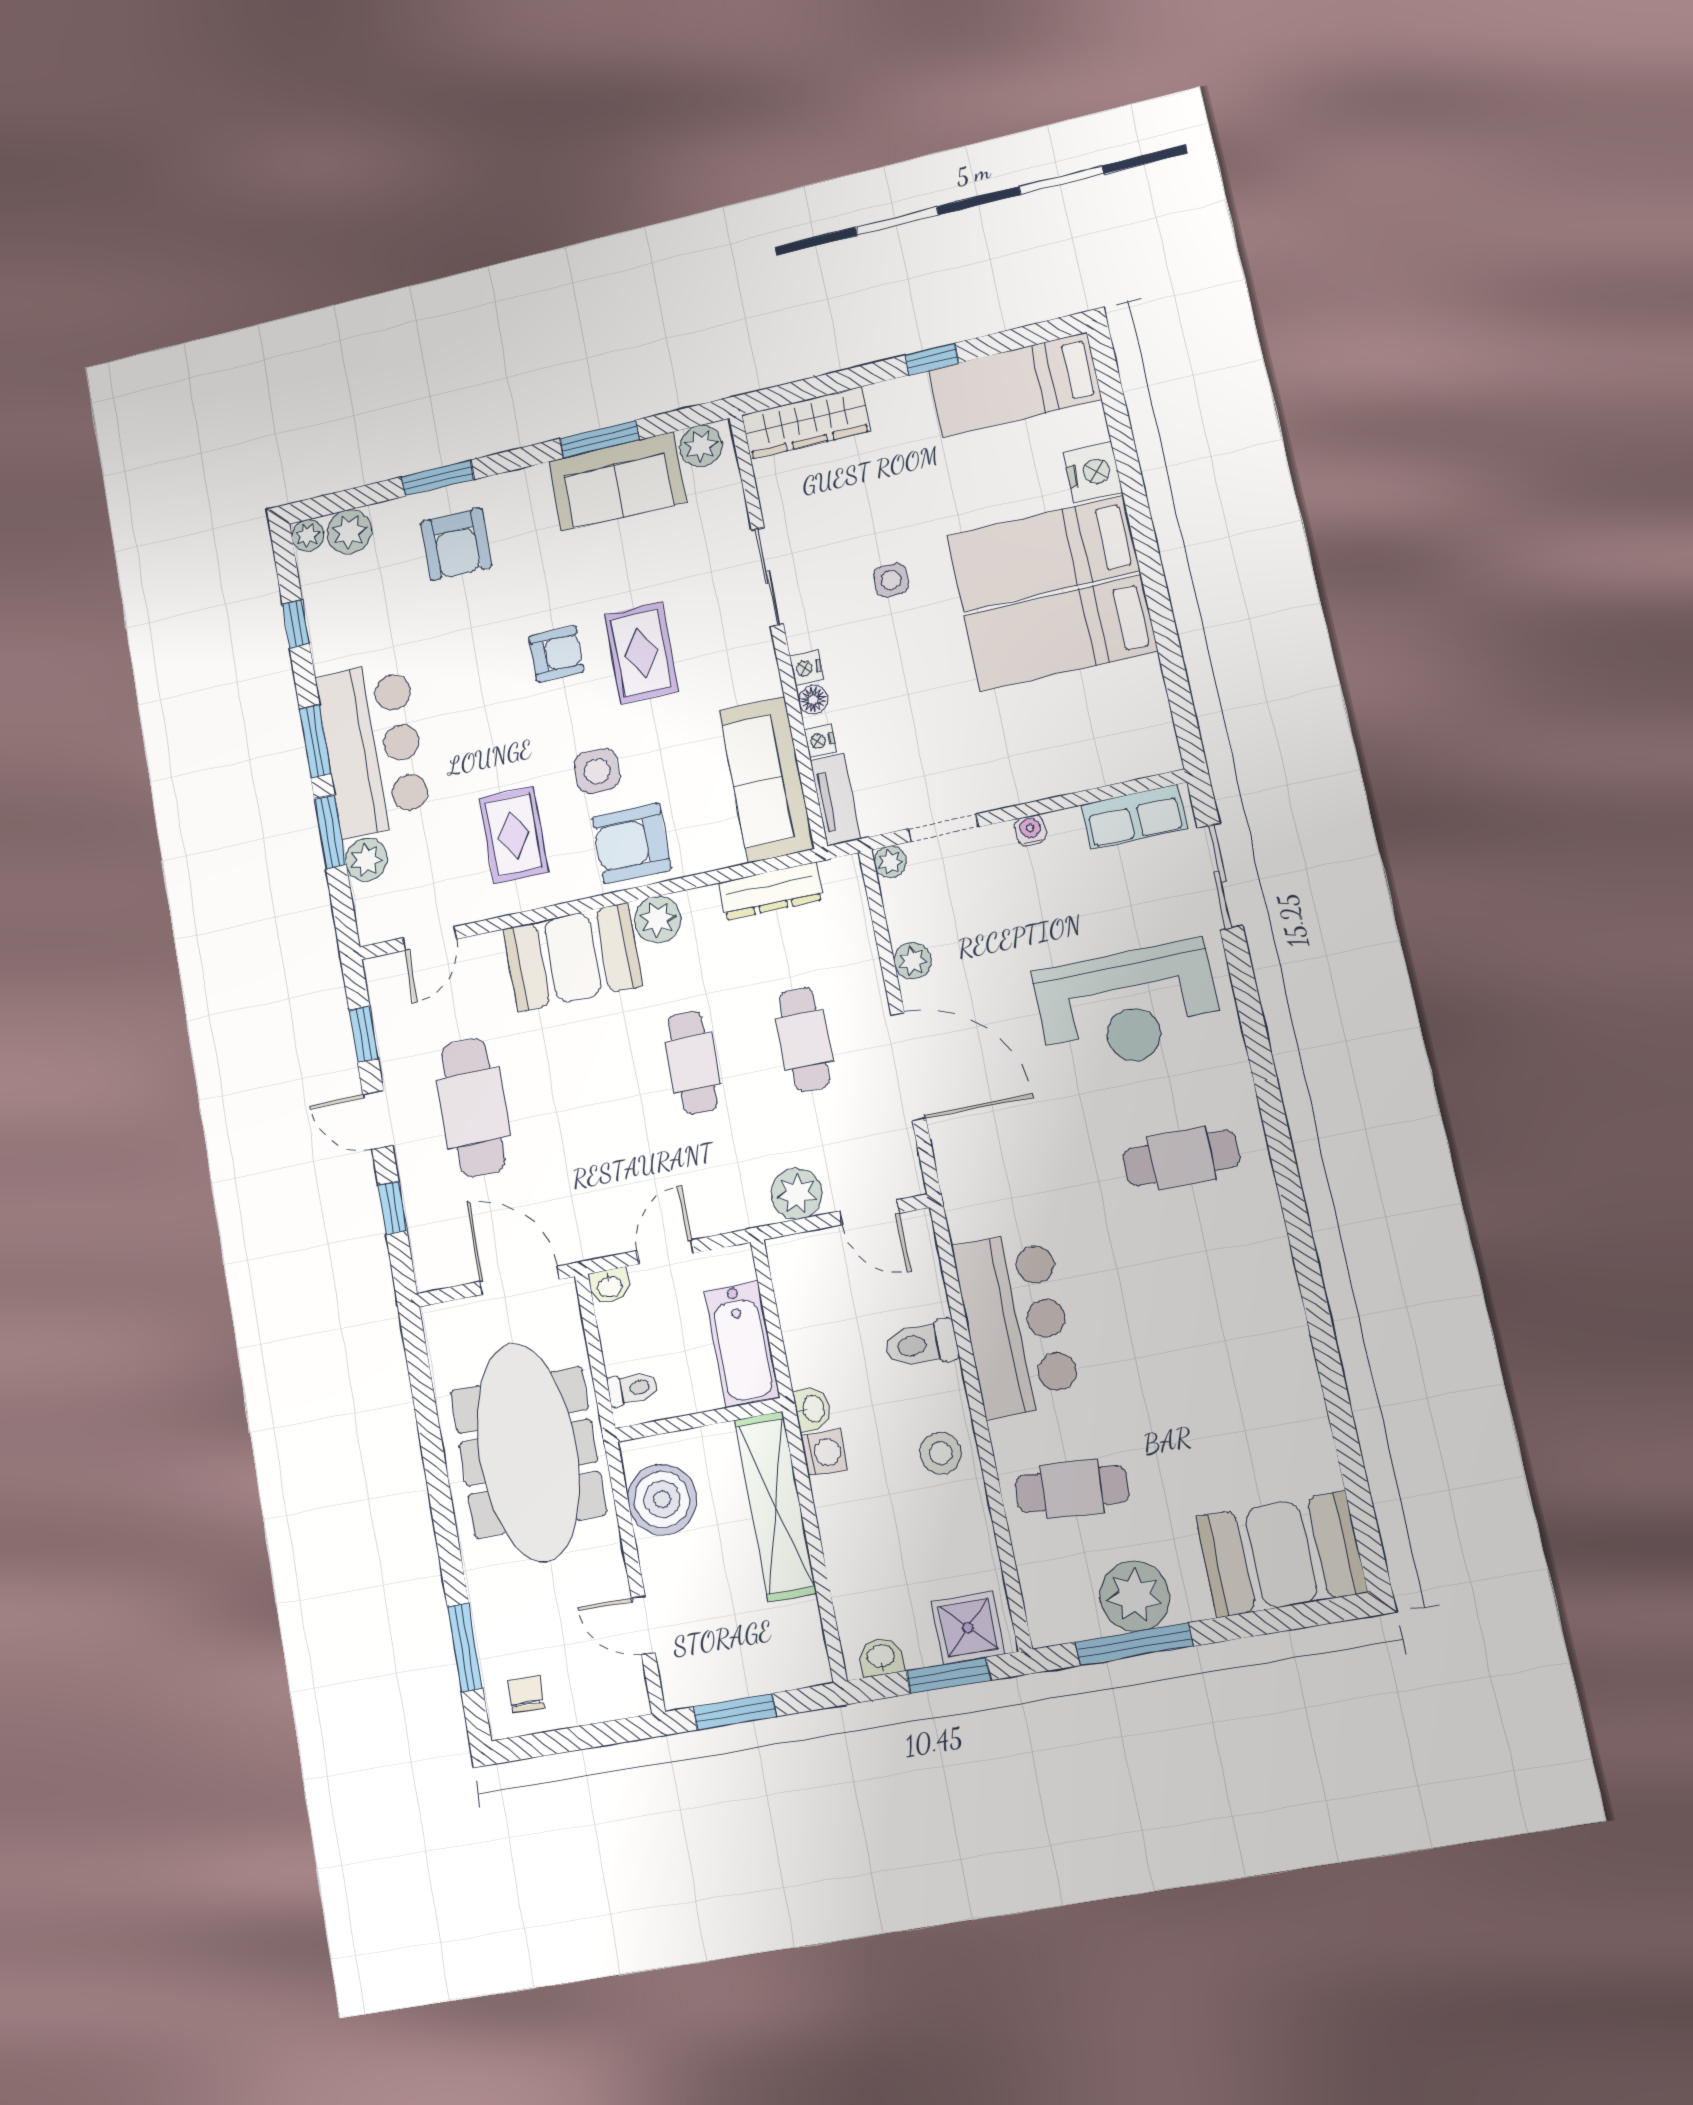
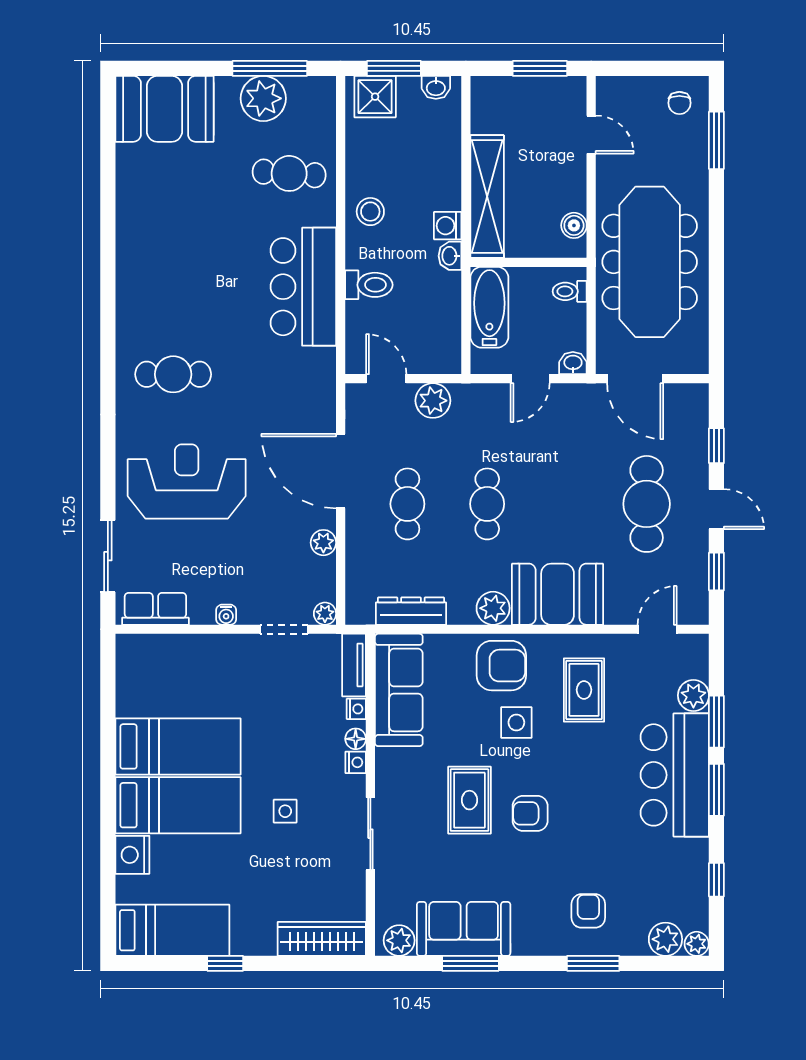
armchair: (456, 544) -> (588, 911), width x0.72, depth x0.72
boiler: (662, 1499) -> (574, 225), width x0.54, depth x0.54

